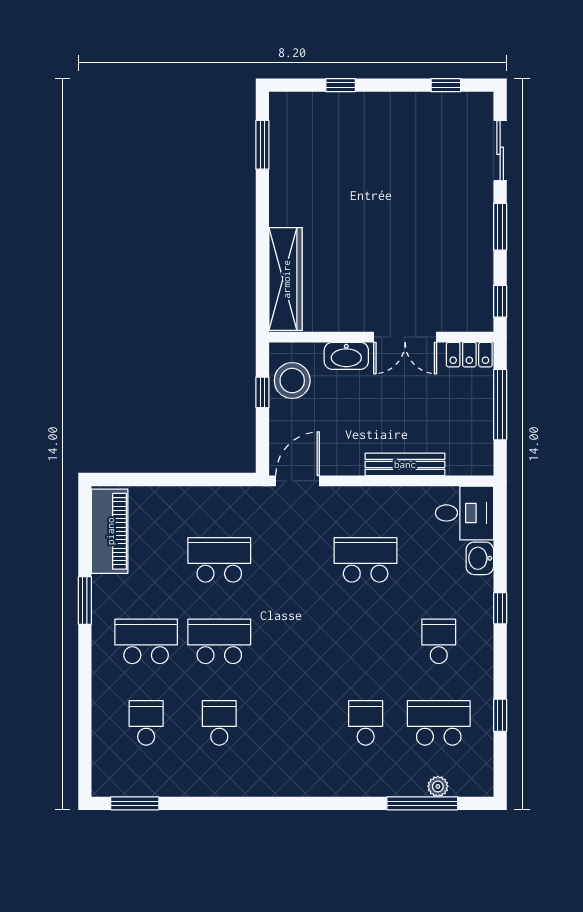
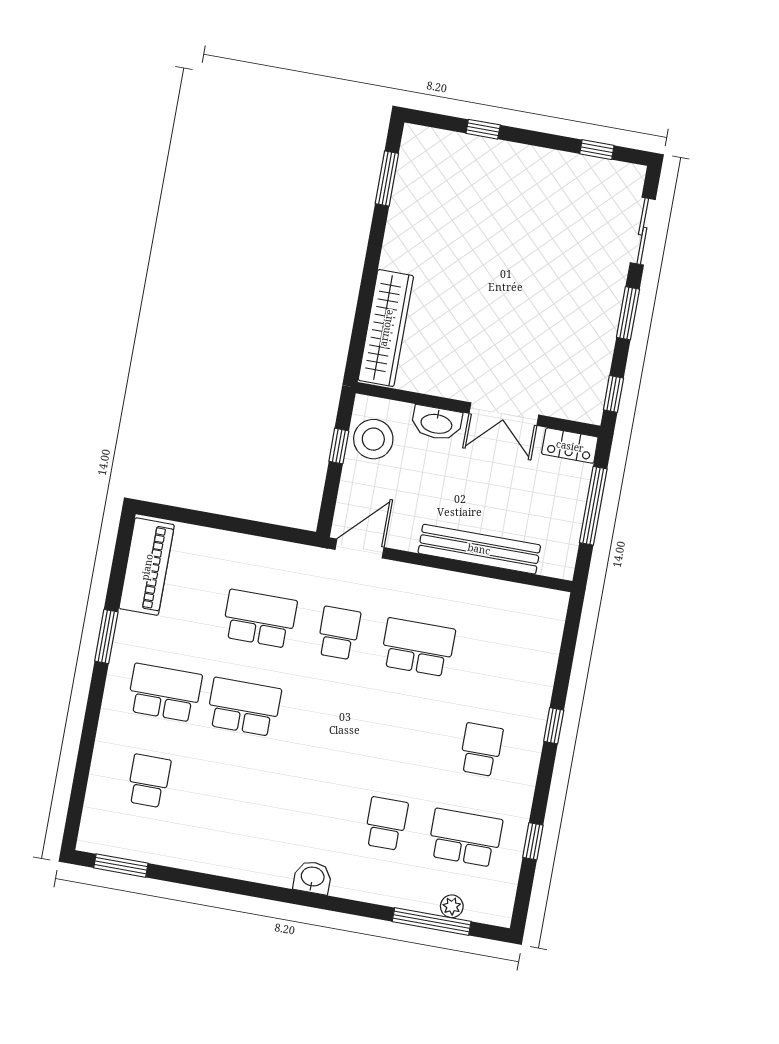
bench: (405, 464) -> (479, 549), width x1.37, depth x1.21
desk: (464, 513) -> (534, 616), removed
washbasin: (480, 558) -> (313, 877), moved, turned 90
school desk: (219, 723) -> (339, 633), moved

